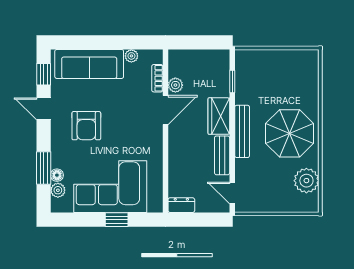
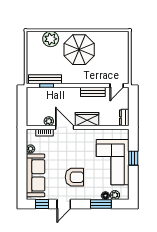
wardrobe: (219, 116) -> (87, 119), moved, turned 180
bench: (242, 131) -> (45, 79), moved
plant: (306, 181) -> (51, 39), moved

